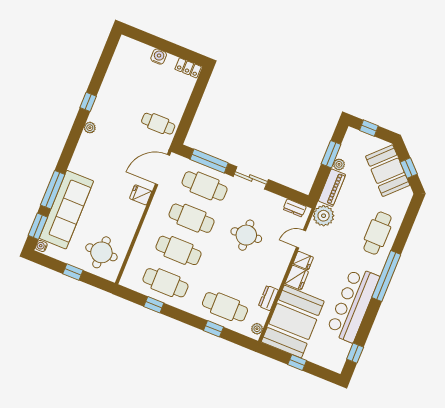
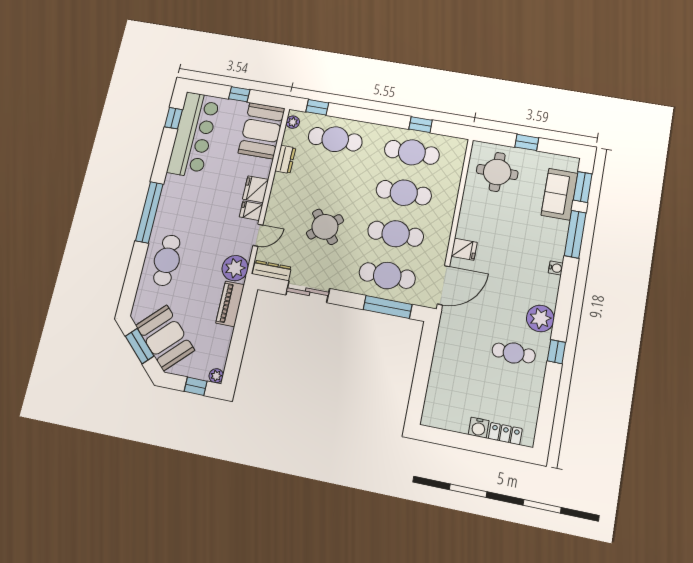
locker: (188, 68) -> (505, 434), moved
cafe table: (158, 124) -> (514, 353), moved
plant: (90, 128) -> (540, 318), width x1.88, depth x1.88
window: (331, 154) -> (238, 345), removed
plant: (339, 164) -> (216, 376), moved
window: (409, 168) -> (140, 346), width x1.50
sliding door: (251, 178) -> (308, 292), moved
dresser: (295, 208) -> (272, 271), width x1.44
sofa: (66, 210) -> (559, 194), width x0.54, depth x0.79
round table: (246, 235) -> (325, 227), turned -36
water cooler: (41, 246) -> (556, 268), moved
bar counter: (353, 304) -> (193, 135), moved
booth: (293, 322) -> (262, 131), width x0.73, depth x0.70
window: (213, 329) -> (317, 107), moved

